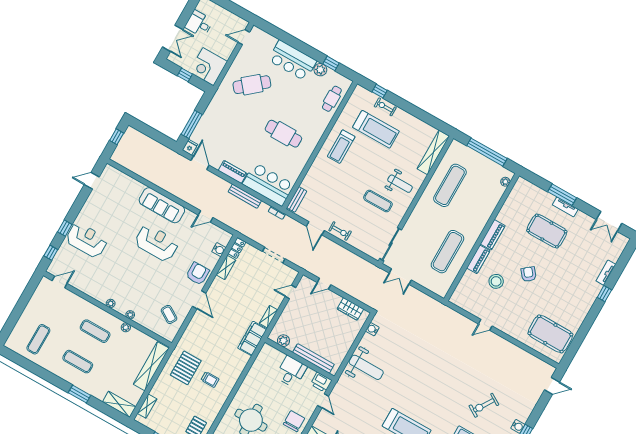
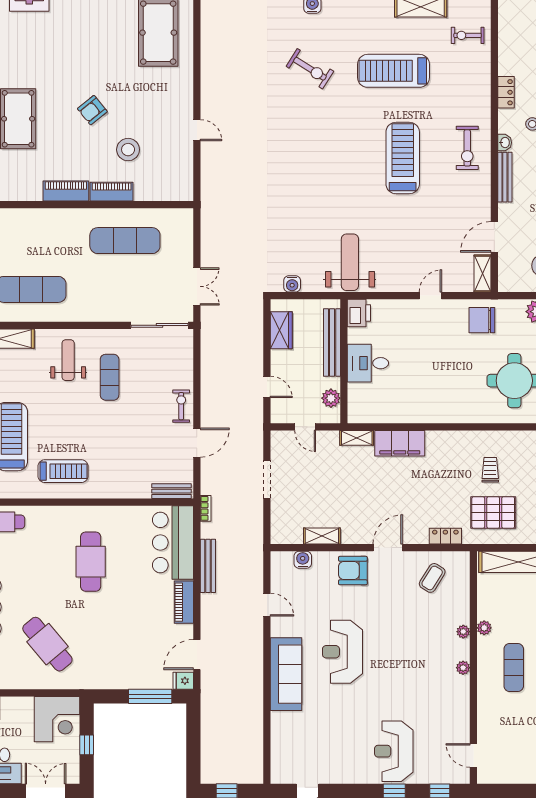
locker: (237, 248) -> (445, 536), moved
plant: (283, 341) -> (331, 398), moved
bench: (313, 358) -> (332, 342), moved
wall: (300, 359) -> (344, 361), moved
desk: (291, 372) -> (368, 363), moved
printer: (321, 382) -> (359, 313), moved

